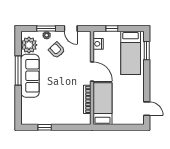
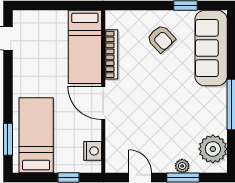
armchair: (57, 50) -> (161, 39), moved
sofa: (30, 76) -> (211, 48), moved

